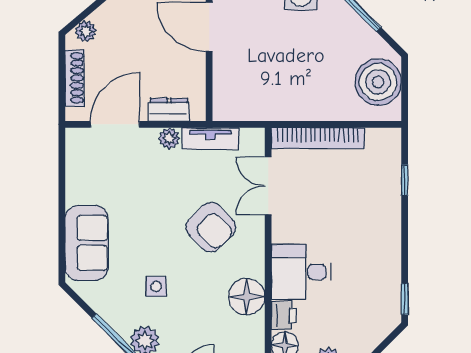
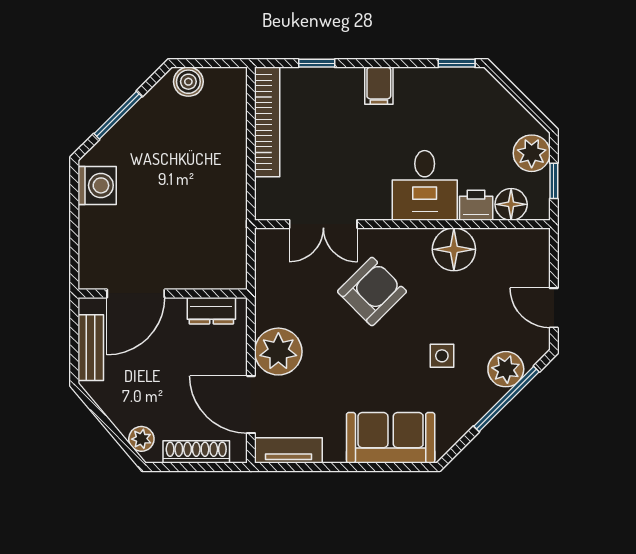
boiler: (378, 82) -> (188, 82), width x0.54, depth x0.54
dresser: (169, 110) -> (211, 311), moved, turned -90
plant: (169, 138) -> (278, 352), width x1.88, depth x1.88
bookcase: (318, 138) -> (267, 122), moved
tv unit: (211, 139) -> (288, 450), moved, turned -90
filing cabinet: (386, 233) -> (379, 86), added

